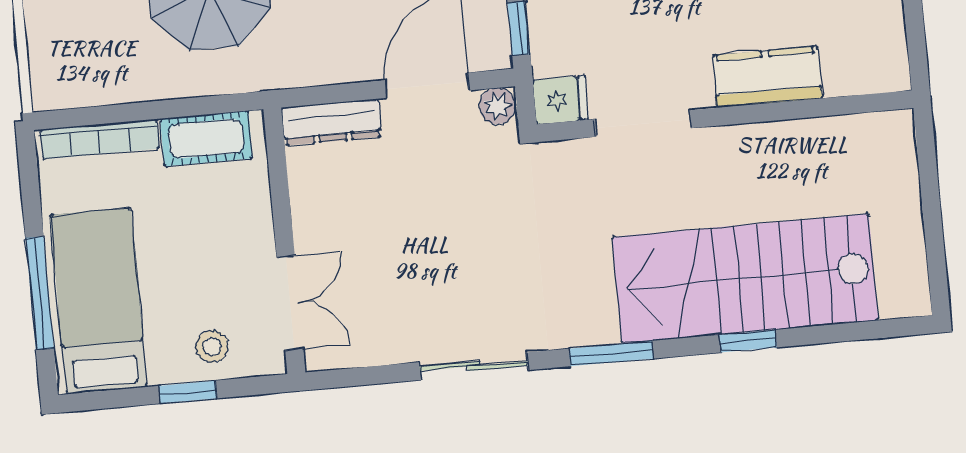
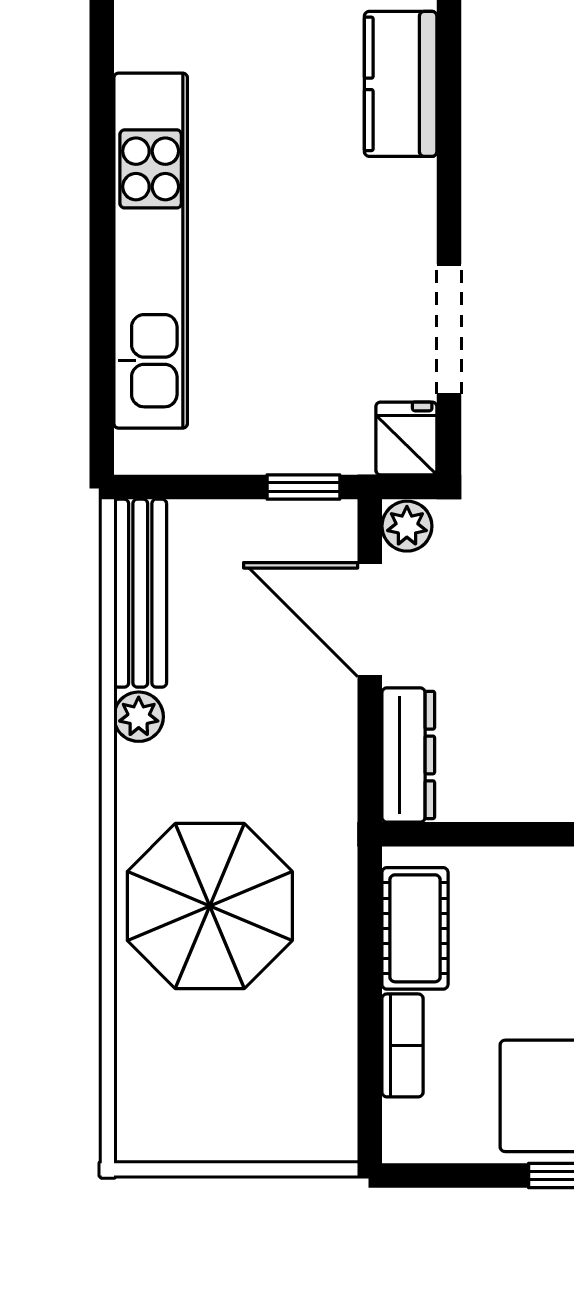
kitchen counter: (767, 77) -> (401, 84), moved
bookcase: (100, 139) -> (403, 1045), width x0.64

